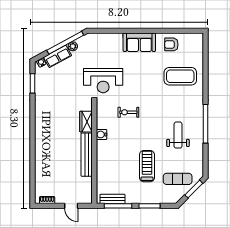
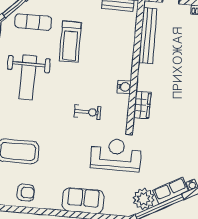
sofa: (139, 42) -> (83, 201), moved
plant: (73, 46) -> (144, 199), width x1.87, depth x1.87
weight bench: (178, 135) -> (28, 77), width x1.36, depth x1.33
bench: (87, 155) -> (148, 36), moved

